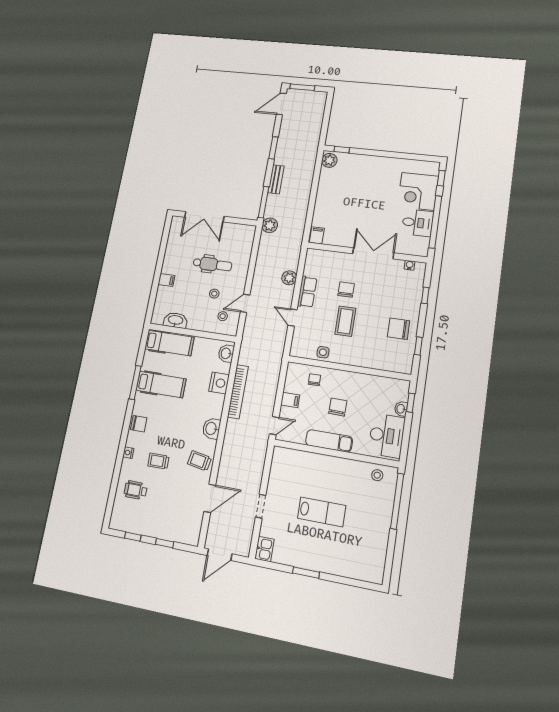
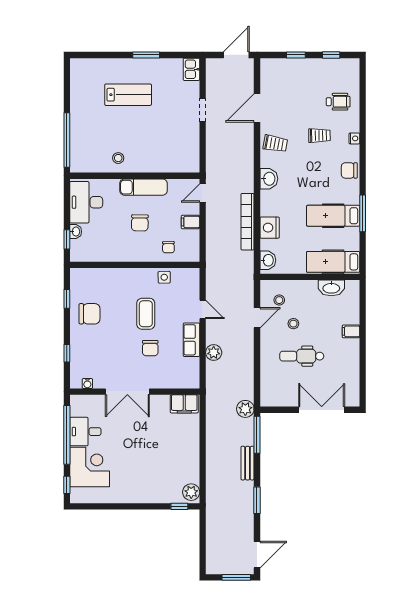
filing cabinet: (317, 235) -> (184, 404), width x2.00
stool: (377, 475) -> (118, 158), moved
lab bench: (322, 512) -> (128, 95), moved, turned 180

